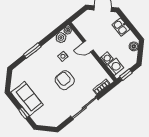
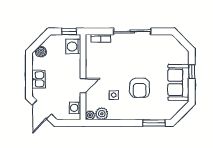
door: (88, 46) -> (83, 85), hinge flipped
window: (32, 51) -> (154, 123), moved
washing machine: (107, 59) -> (75, 108), moved
armchair: (65, 80) -> (140, 88), moved

